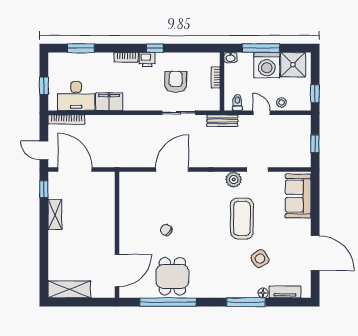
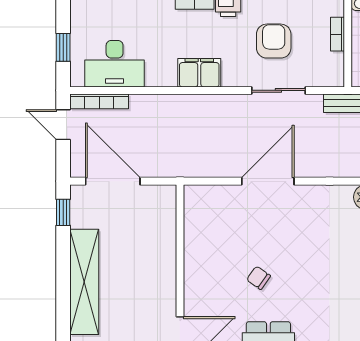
filing cabinet: (109, 102) -> (199, 73), moved
door: (44, 150) -> (63, 125), moved
shelving: (55, 215) -> (84, 282), width x2.20, depth x1.33

